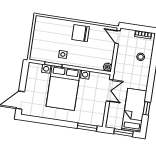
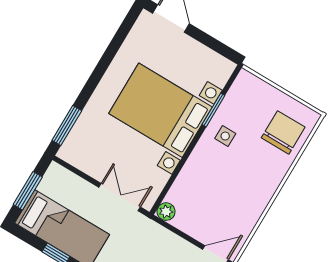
chair: (81, 33) -> (283, 132), moved
double door: (109, 90) -> (120, 197), swing flipped

